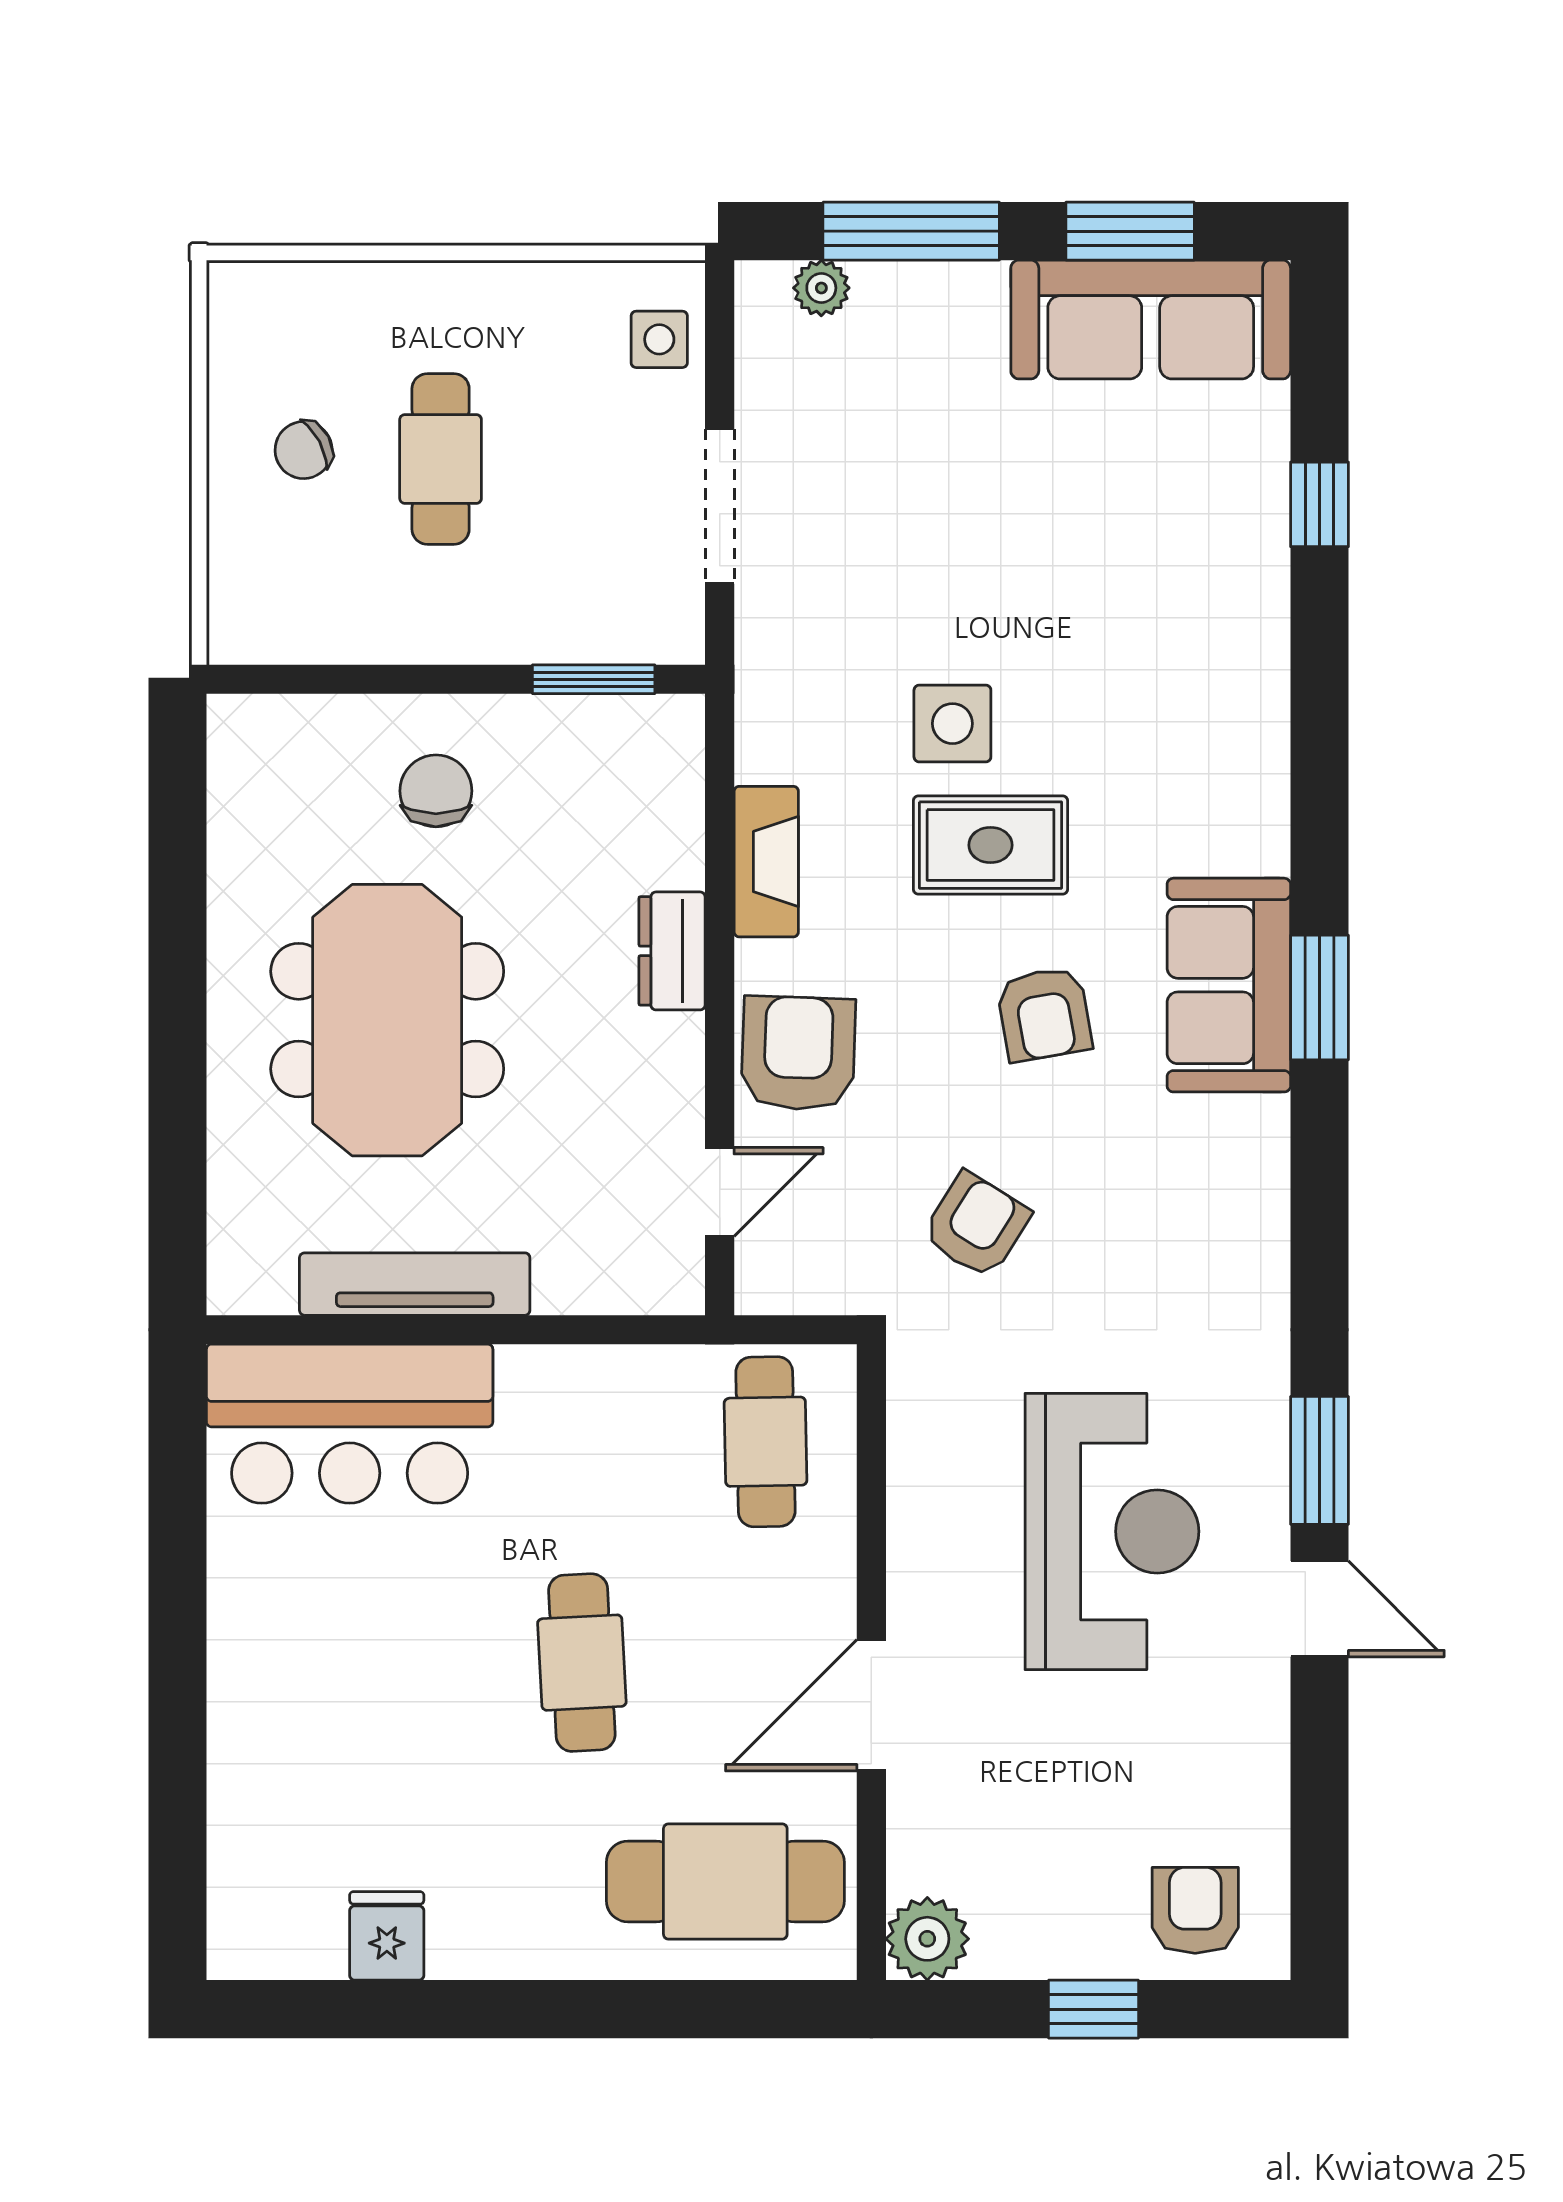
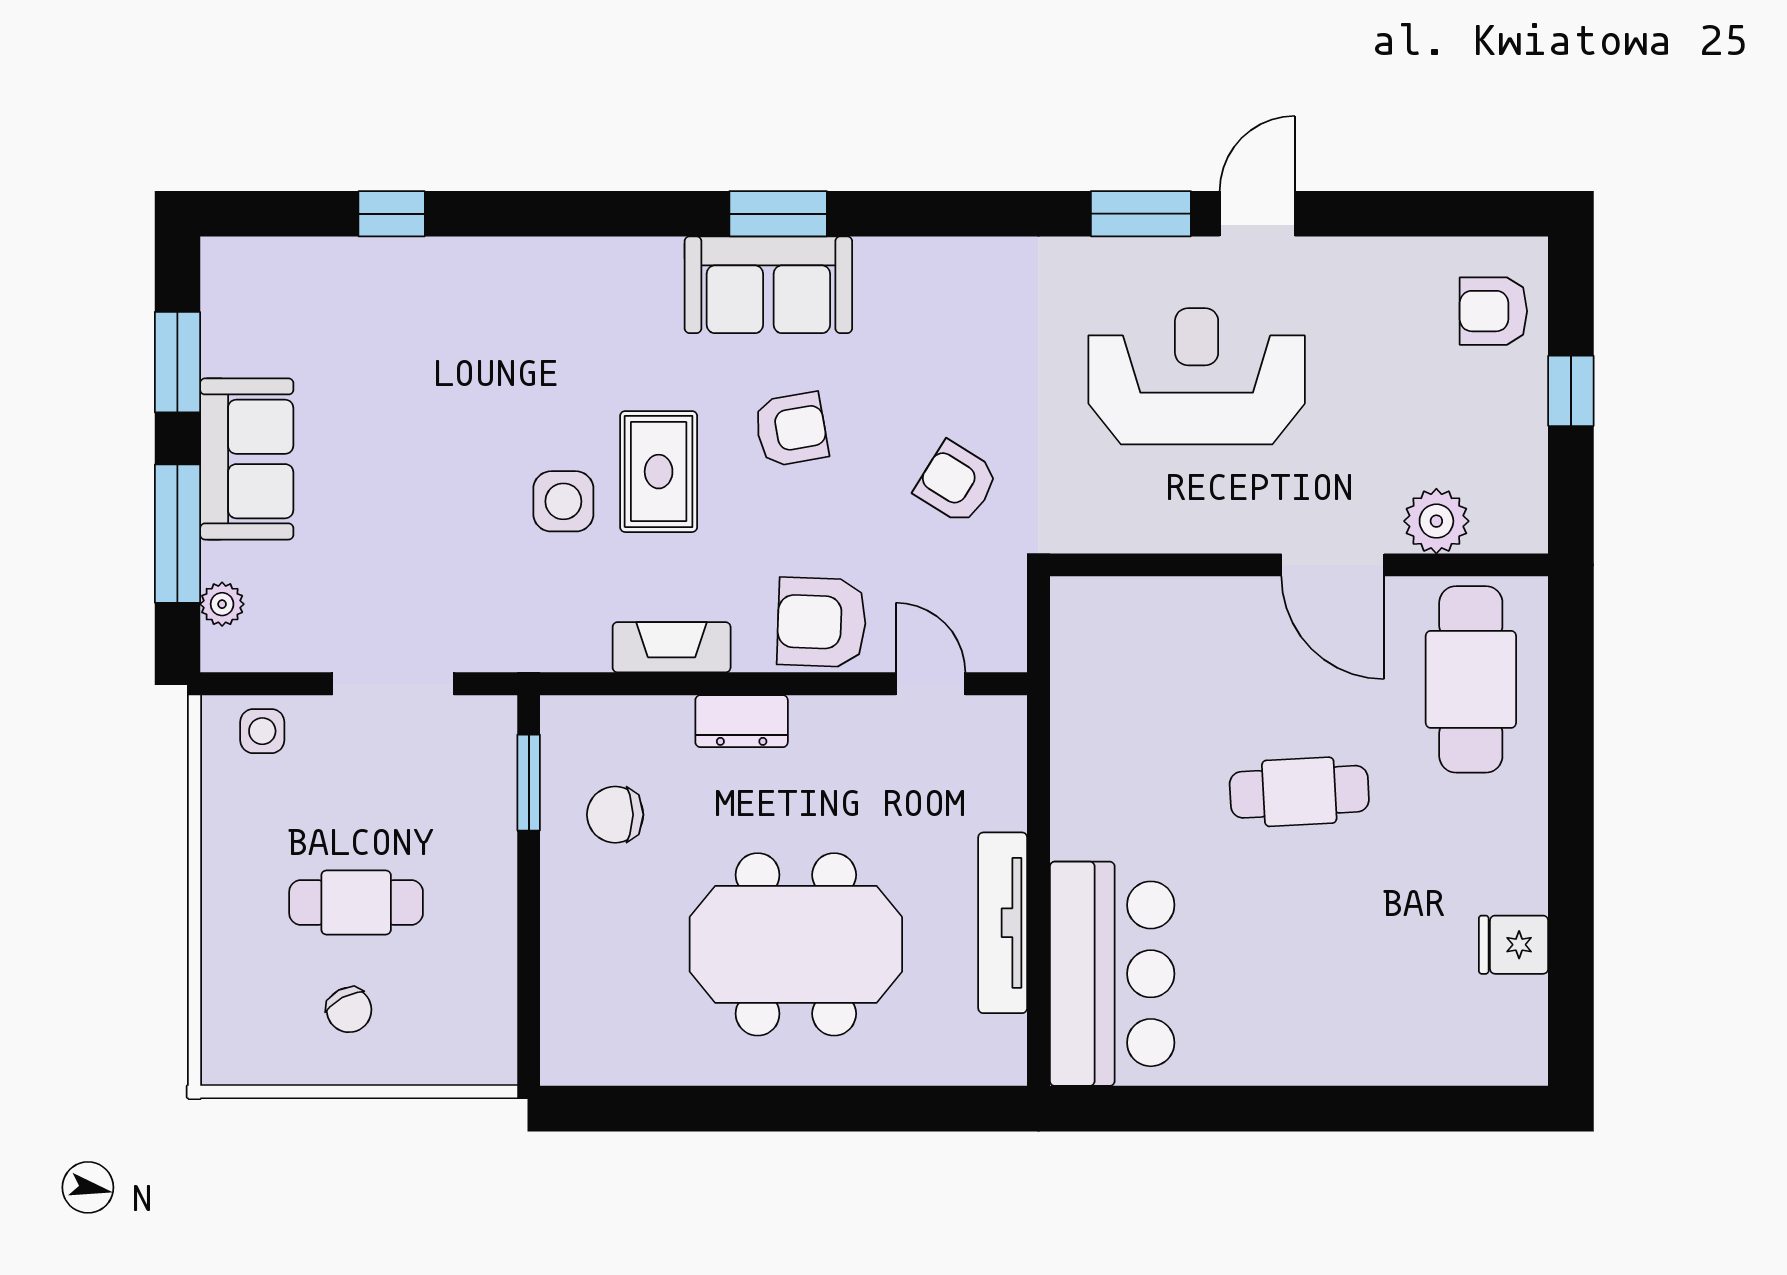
sofa: (1151, 319) -> (247, 459), moved, width x0.73
chair: (436, 791) -> (615, 815), moved
cafe table: (765, 1442) -> (1126, 648), removed
plant: (927, 1939) -> (1436, 521), moved

